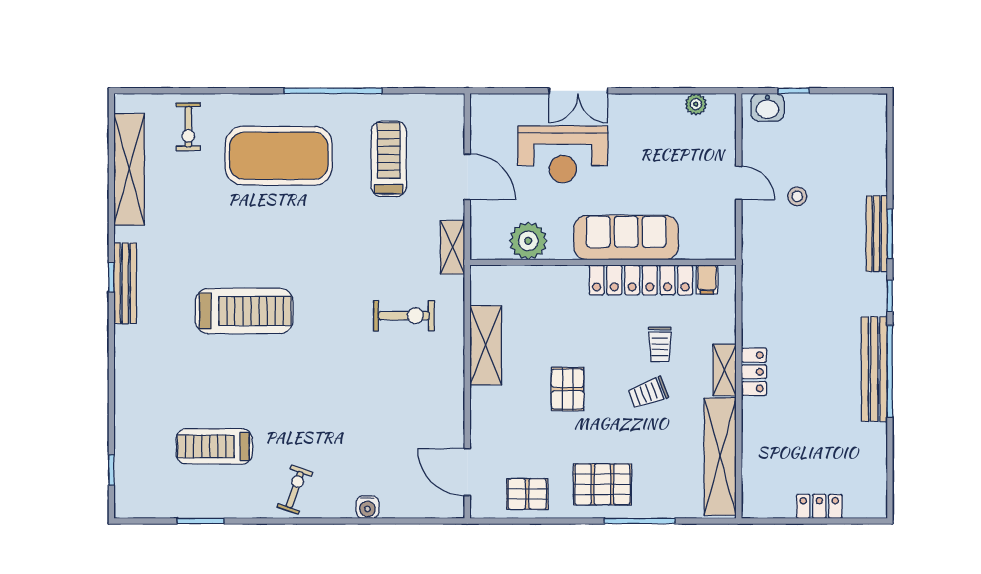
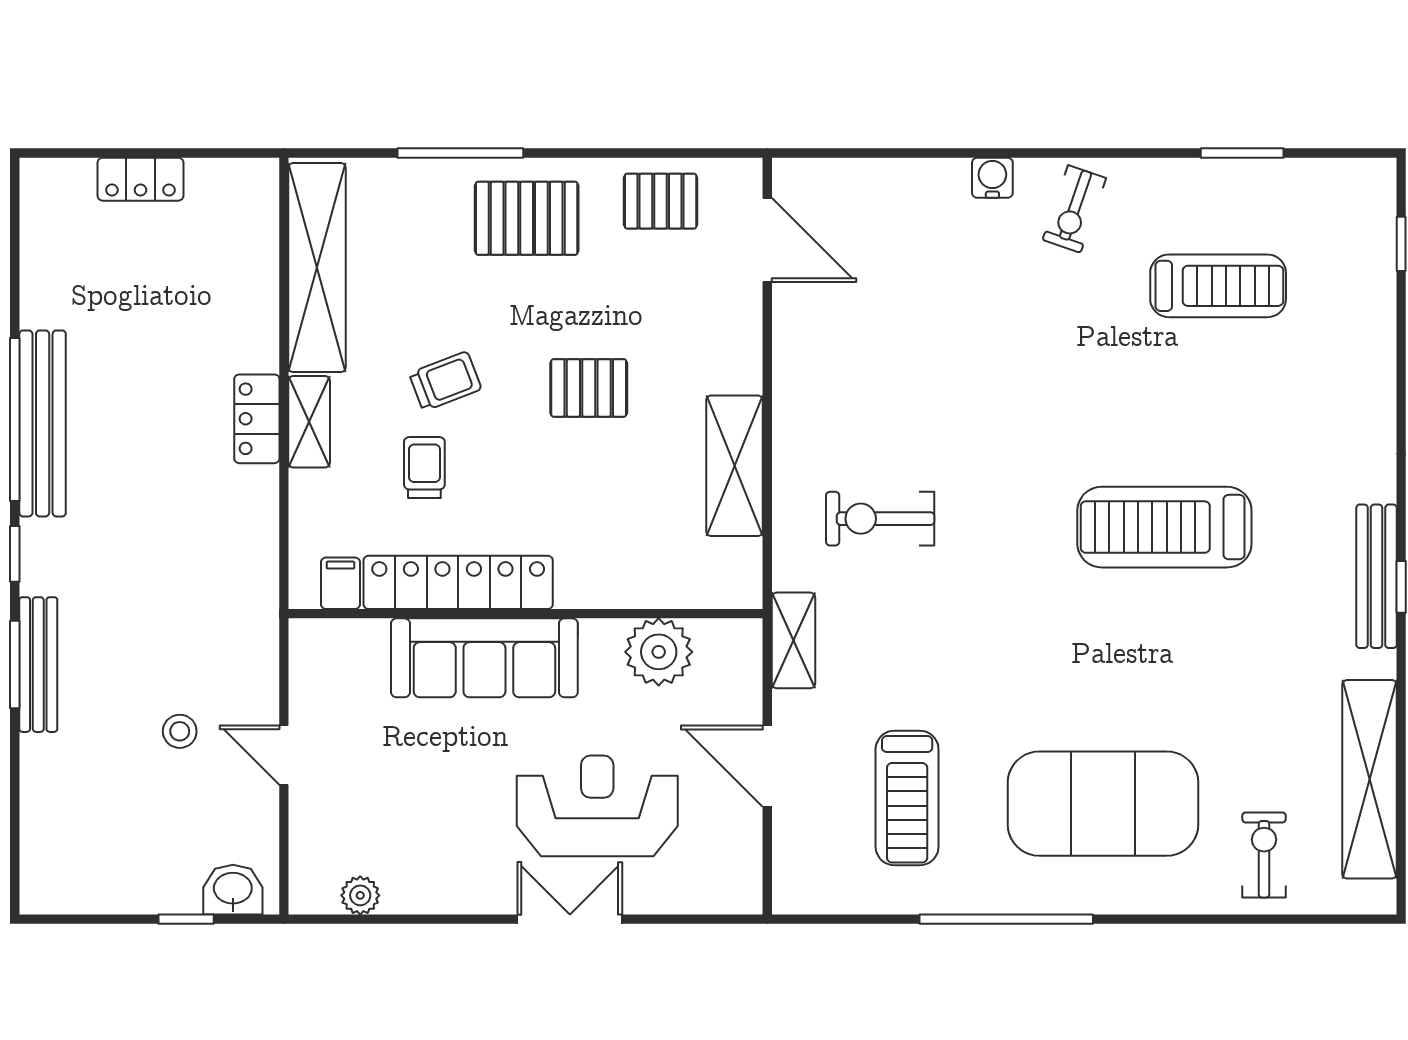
pallet: (568, 389) -> (589, 388), turned 90
water cooler: (367, 507) -> (992, 178), moved

